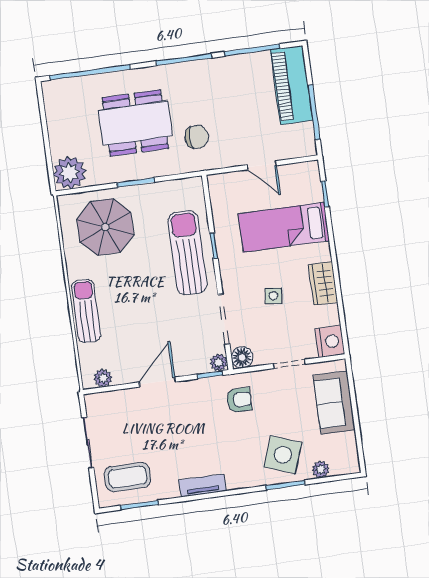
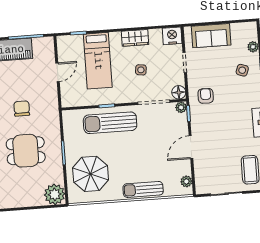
dining table: (135, 123) -> (26, 151), width x0.73
chair: (197, 137) -> (22, 109), moved
door: (157, 382) -> (191, 147), hinge flipped
side table: (283, 455) -> (242, 70), width x0.54, depth x0.54

